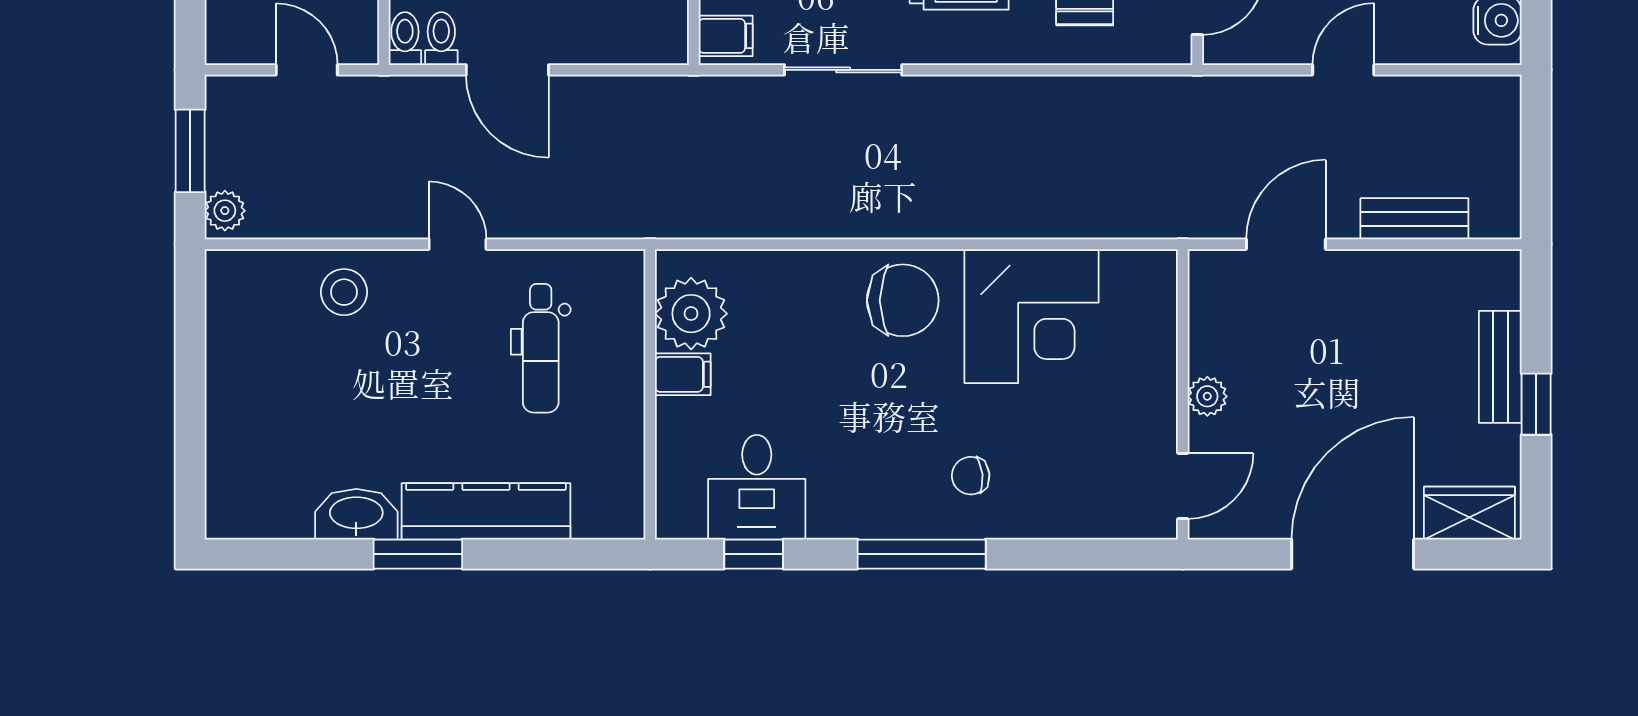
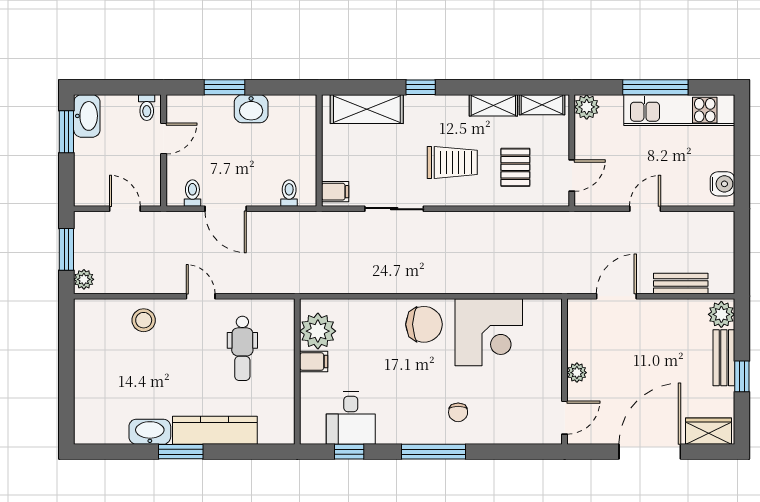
toilet: (405, 39) -> (289, 193), moved
plant: (1495, 281) -> (721, 314), added
chair: (971, 476) -> (458, 412), turned -84

